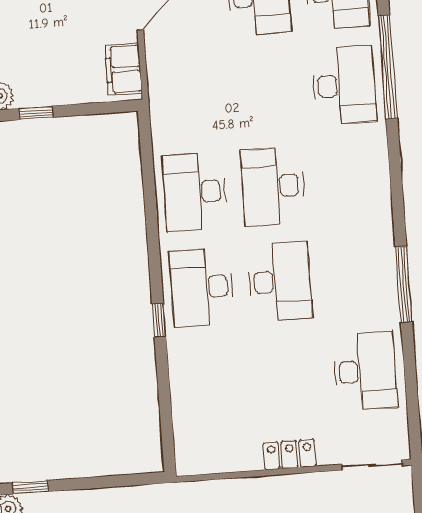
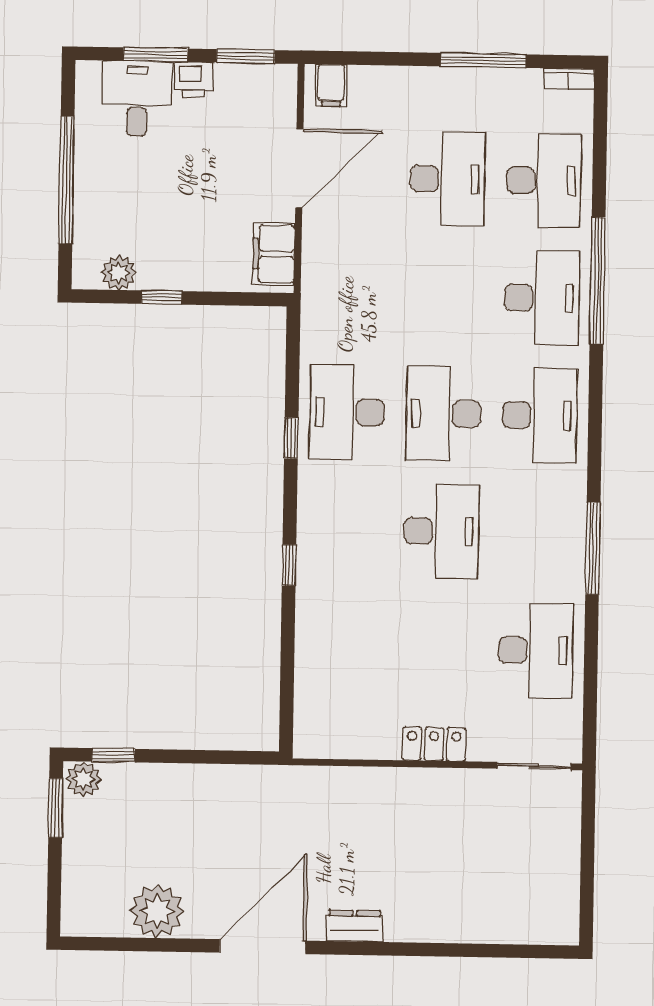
window: (151, 217) -> (291, 438), added
desk: (202, 287) -> (540, 415), moved, turned 180

